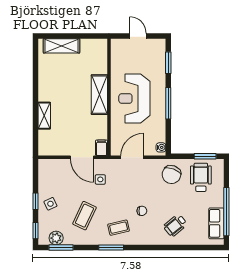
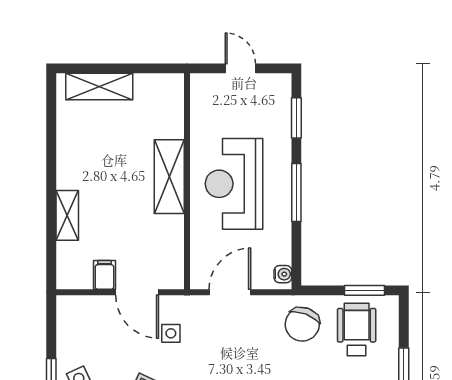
filing cabinet: (102, 148) -> (104, 275), moved

